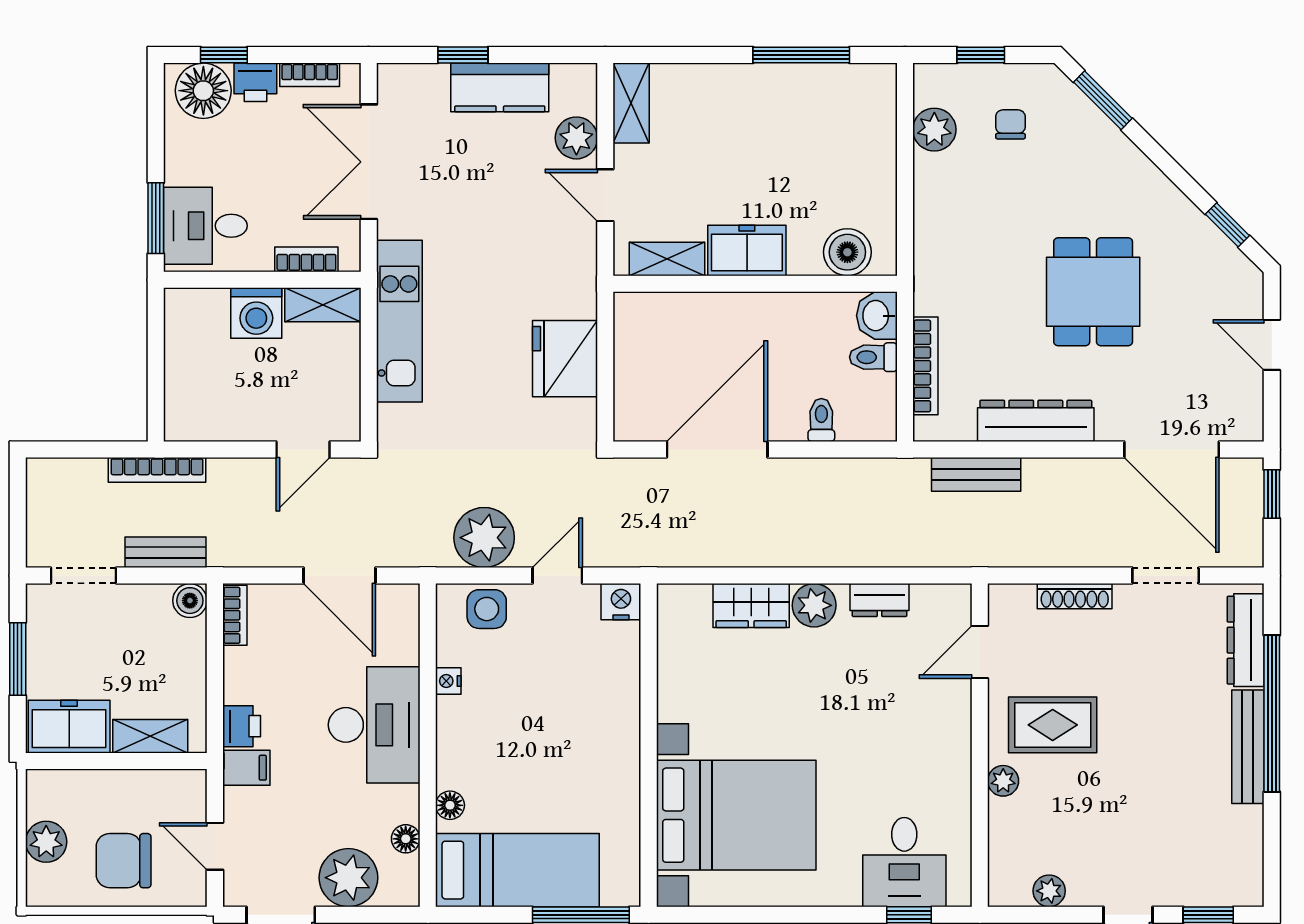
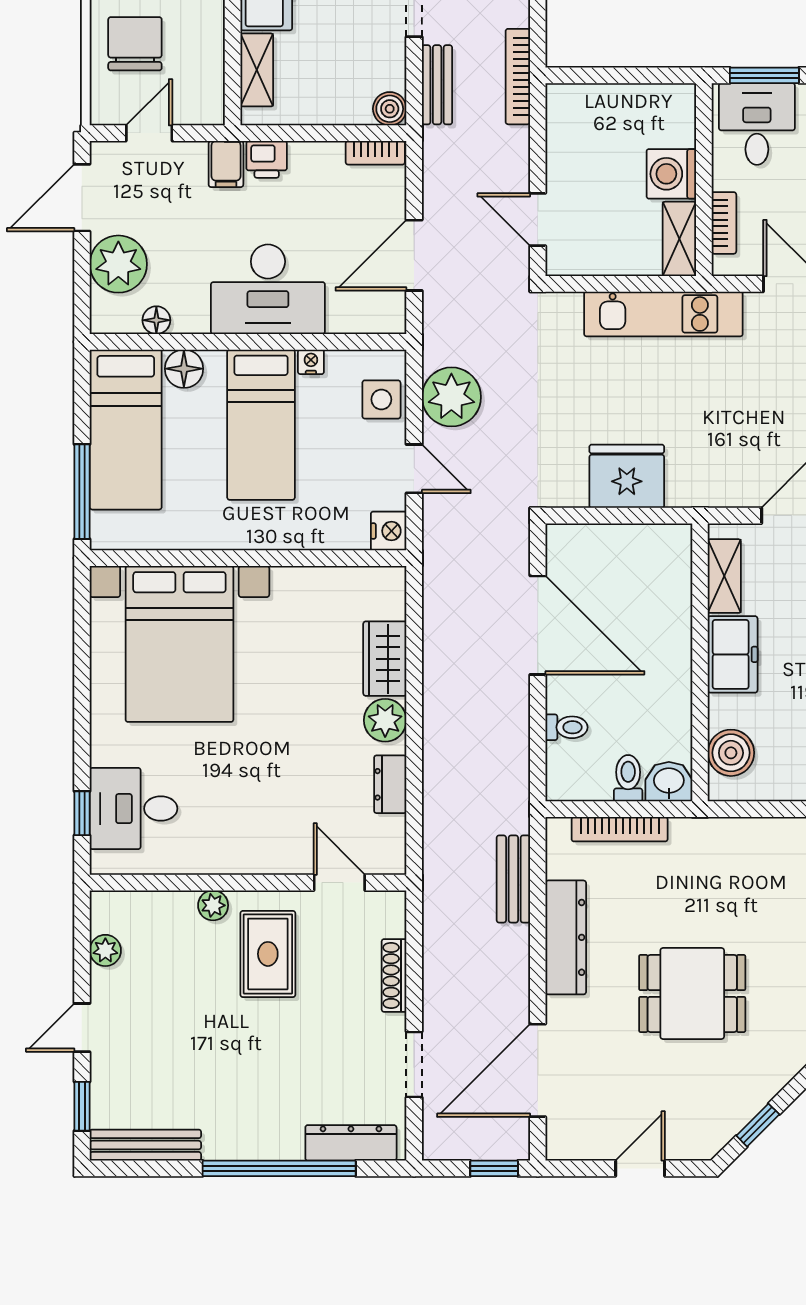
bed: (512, 732) -> (261, 425), added
bench: (1248, 747) -> (145, 1145), moved
floor lamp: (450, 805) -> (184, 369), width x1.37, depth x1.37

